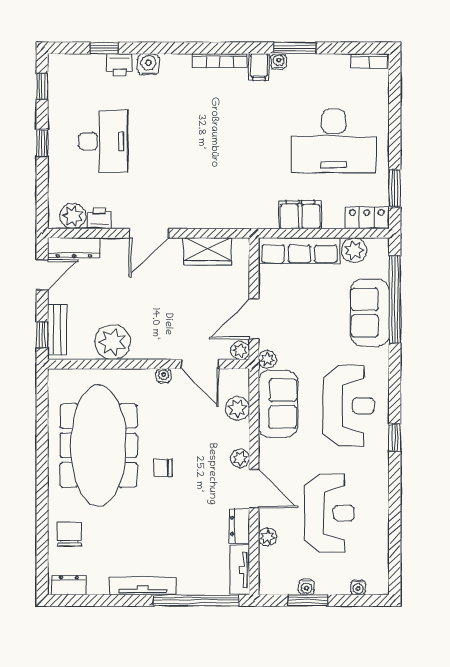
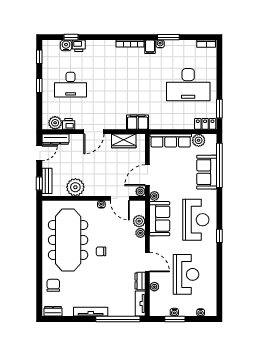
water cooler: (148, 64) -> (66, 45), moved
desk: (103, 141) -> (71, 85), turned 90
filing cabinet: (300, 215) -> (138, 122), moved
plant: (240, 458) -> (140, 233), moved

